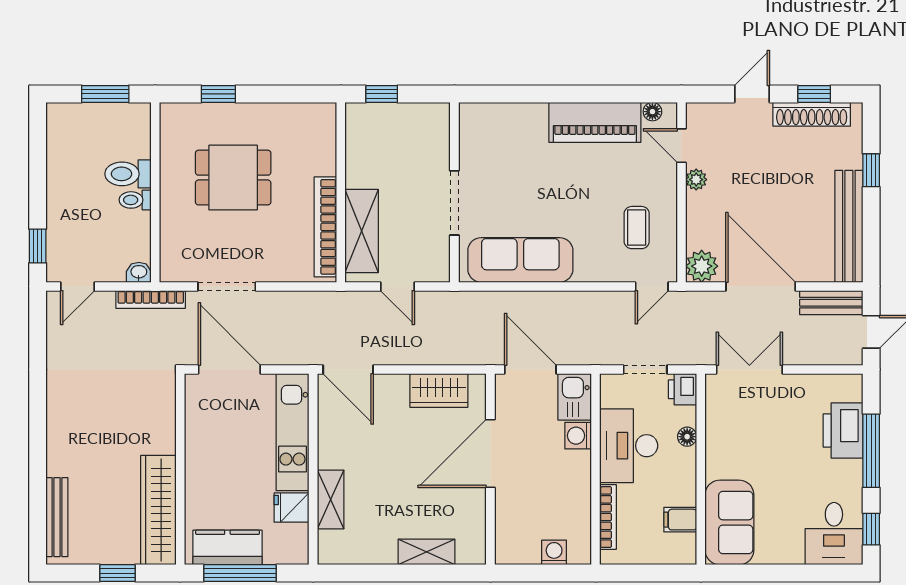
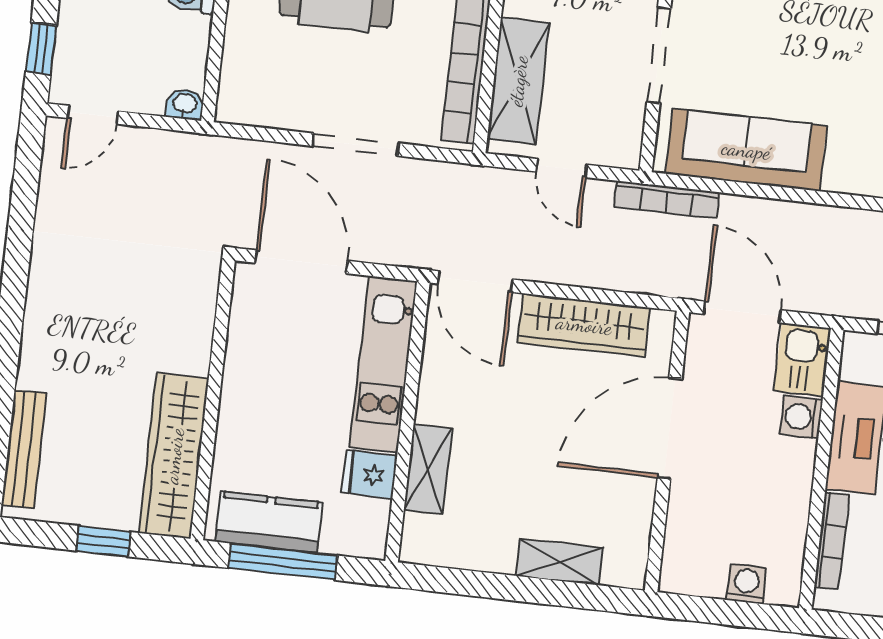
doorway: (227, 286) -> (356, 145), moved
bookcase: (151, 299) -> (667, 199), moved
wardrobe: (439, 390) -> (584, 325), width x1.50

